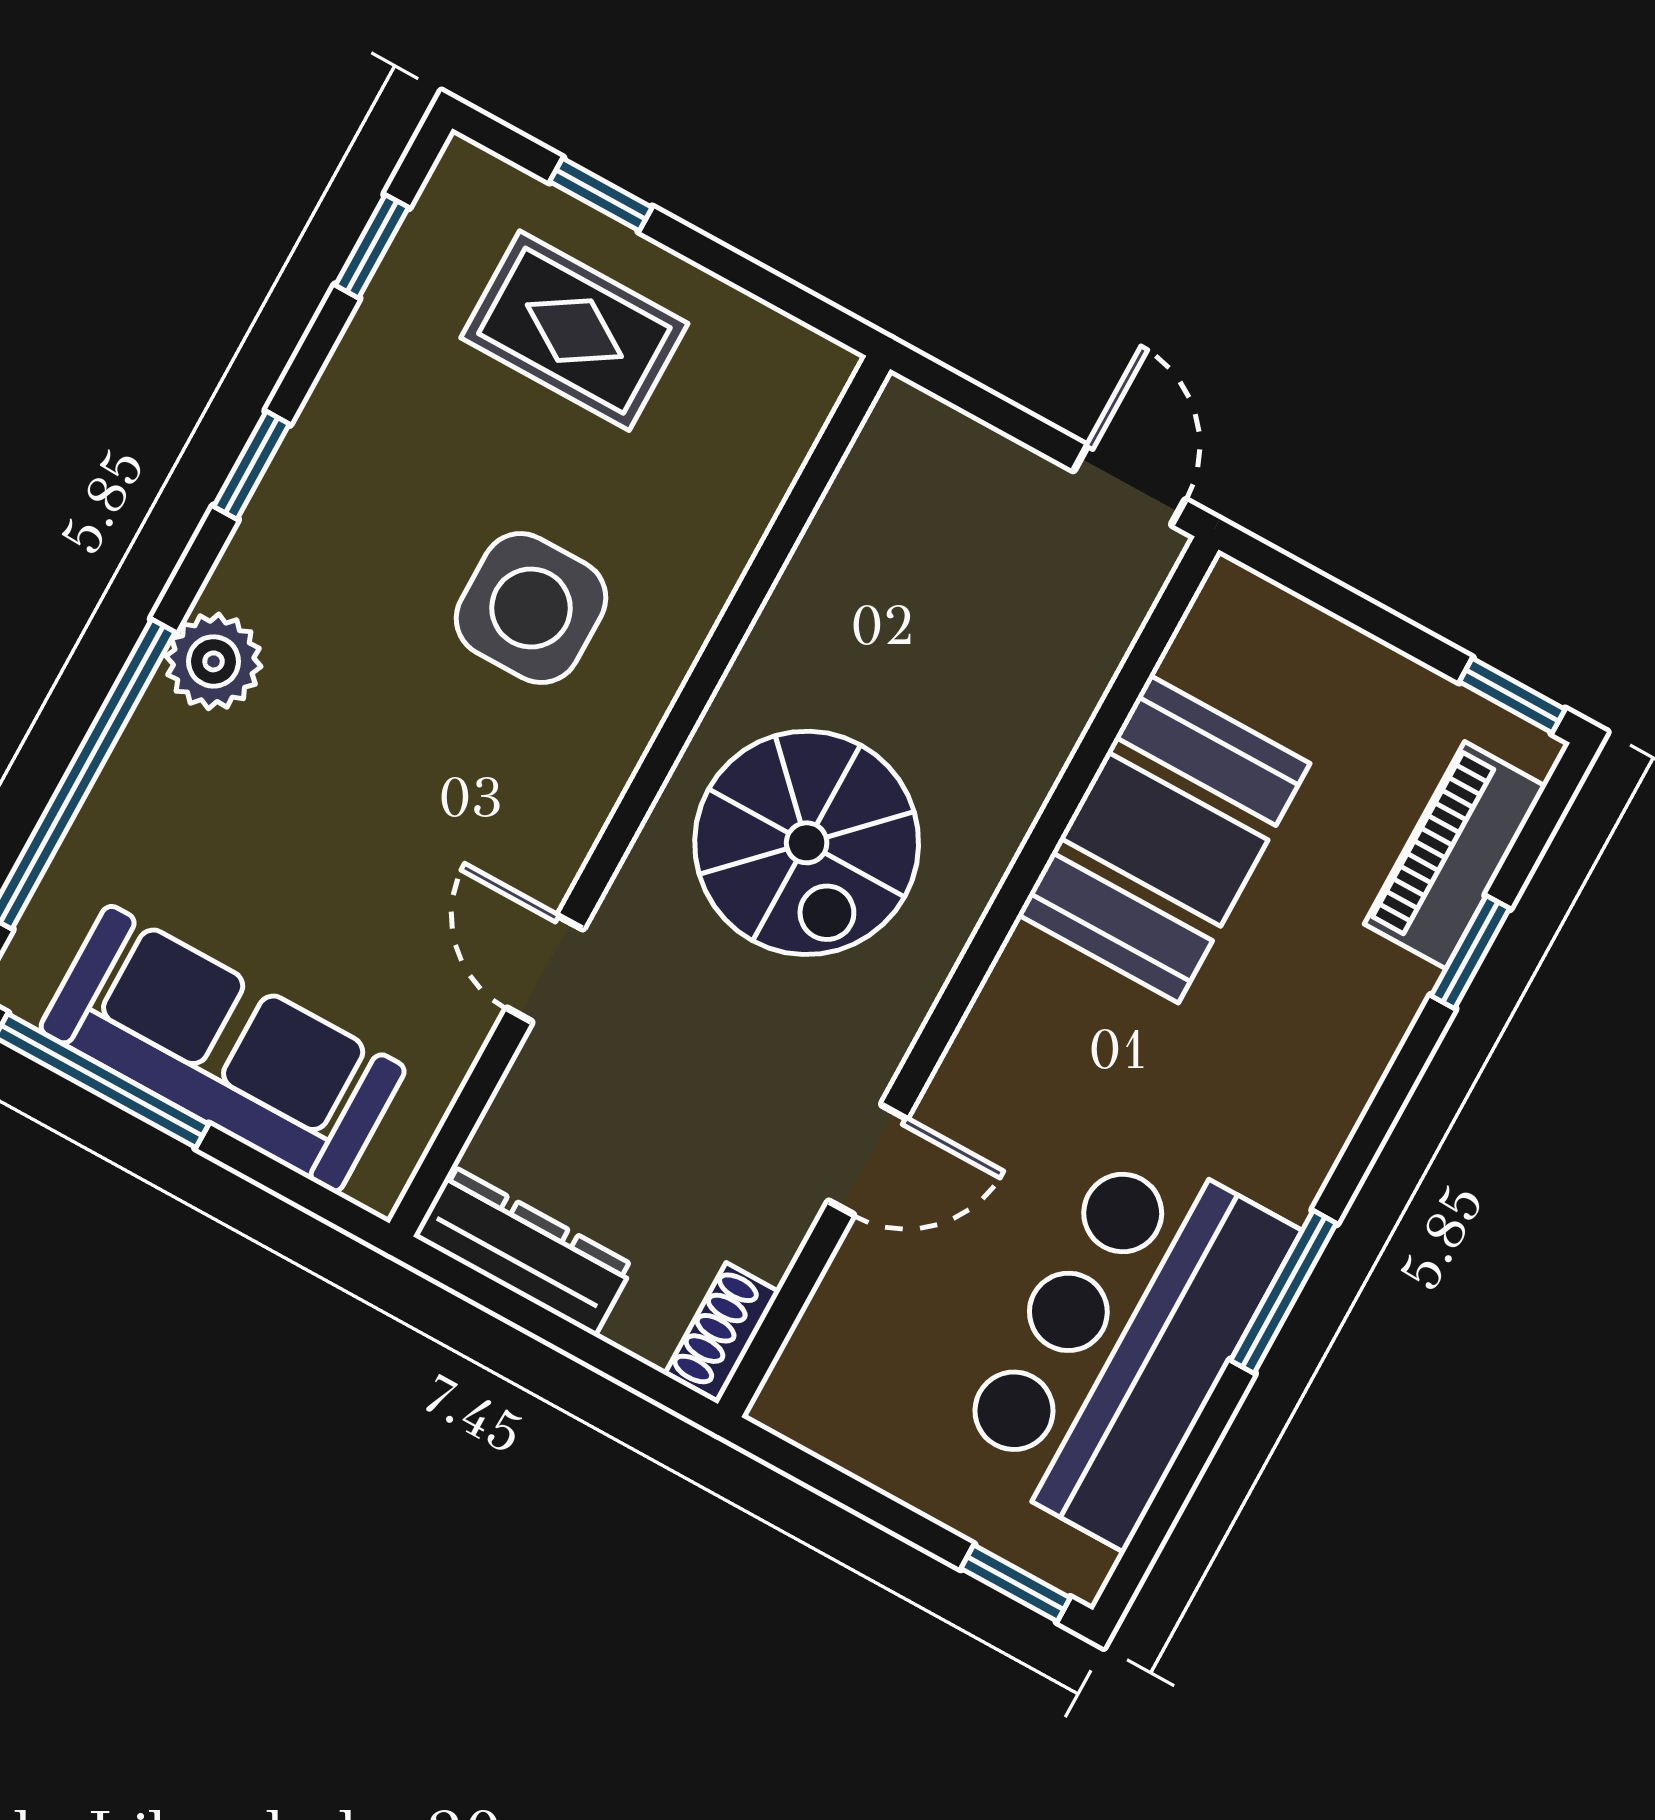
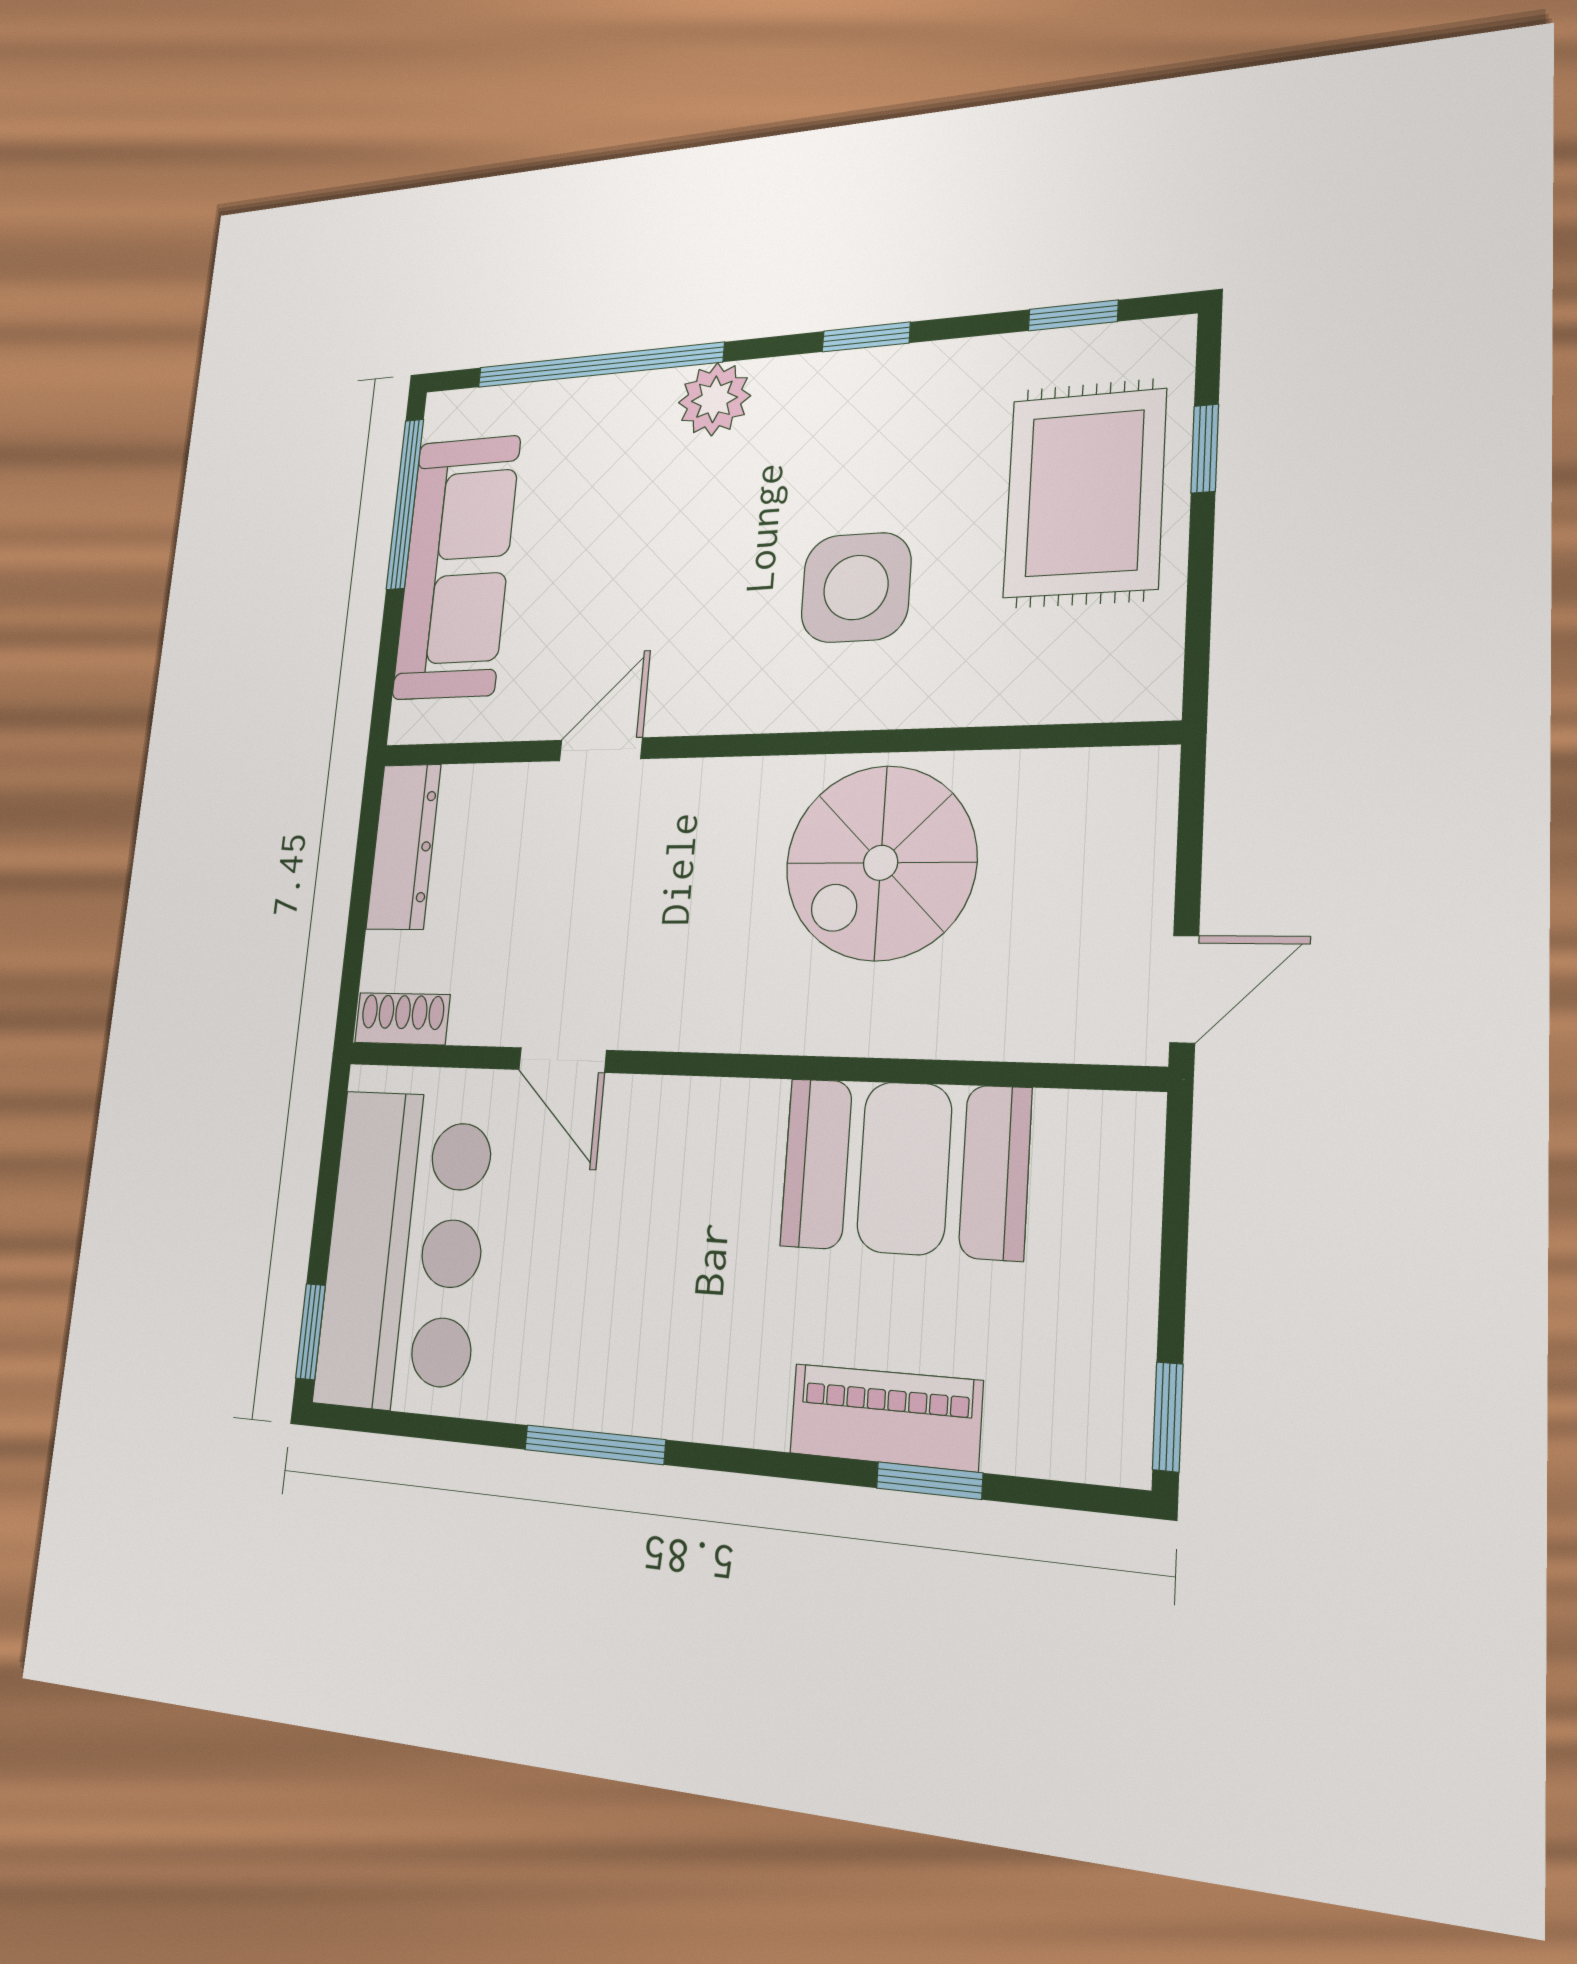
rug: (574, 331) -> (1085, 493), width x1.36, depth x1.43
spiral stairs: (807, 843) -> (881, 863), moved
piano: (1455, 855) -> (886, 1417), moved
bar counter: (1124, 1342) -> (404, 1250), moved, turned 90

